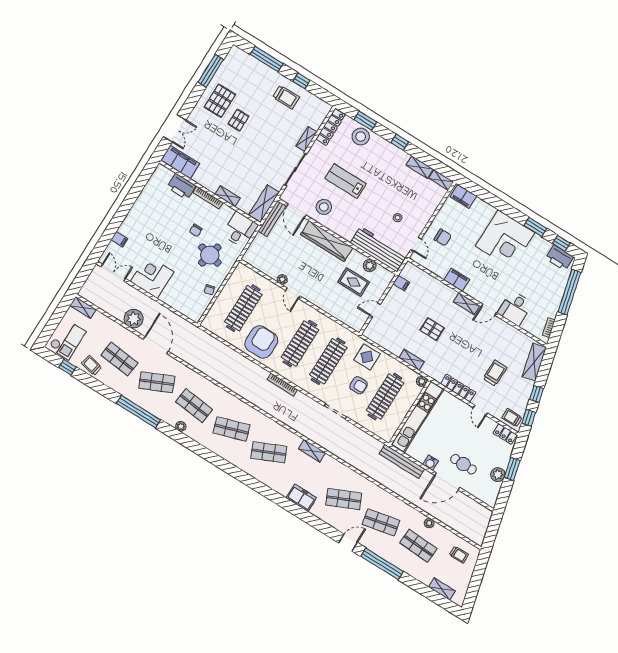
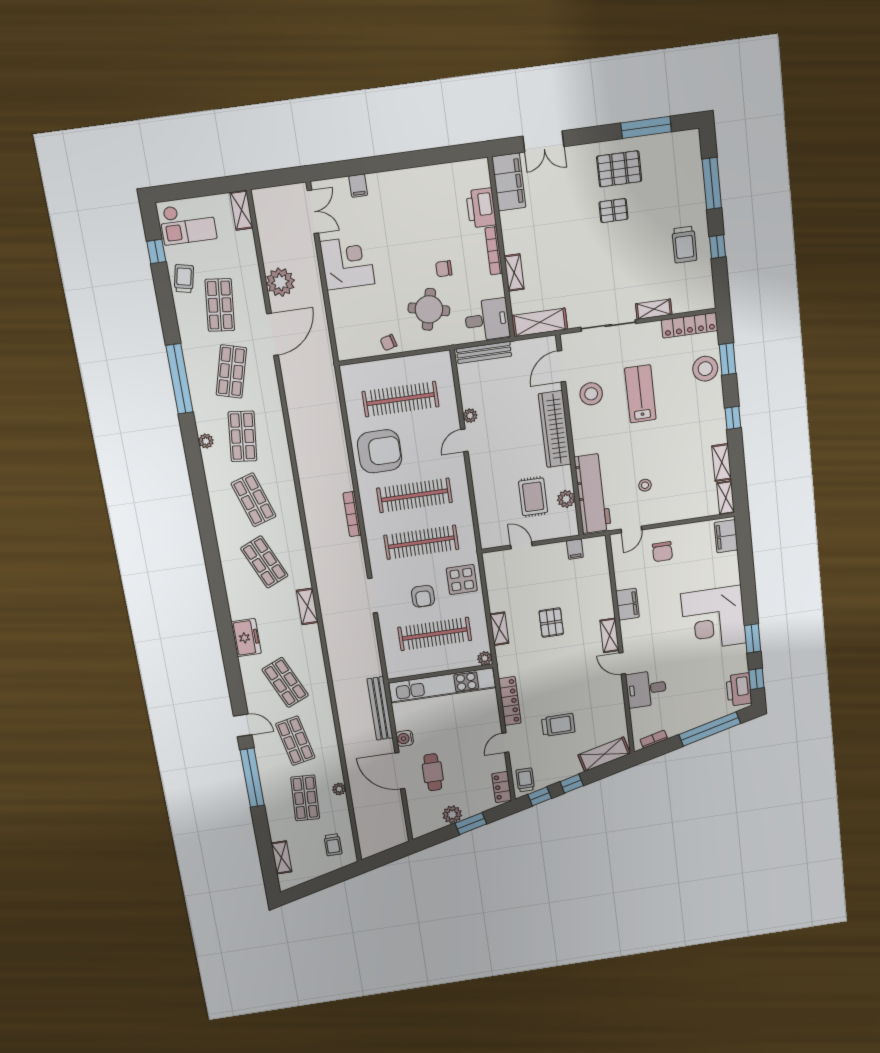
bench: (272, 218) -> (484, 352), moved
shop shelf: (157, 382) -> (231, 371), turned 39

